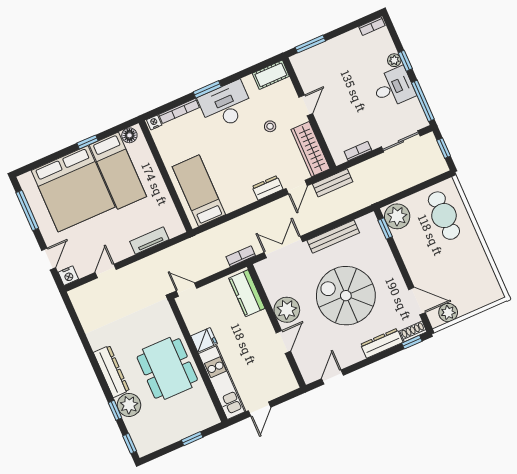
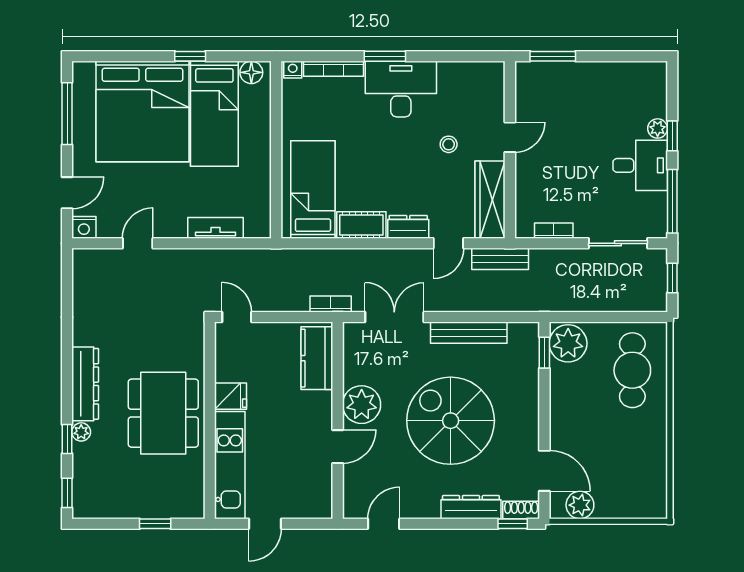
bookcase: (372, 26) -> (648, 69), removed
cot: (271, 75) -> (361, 225), moved
plant: (129, 405) -> (81, 432), width x0.53, depth x0.53

